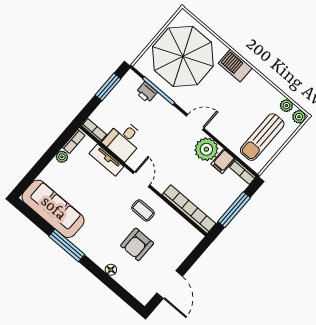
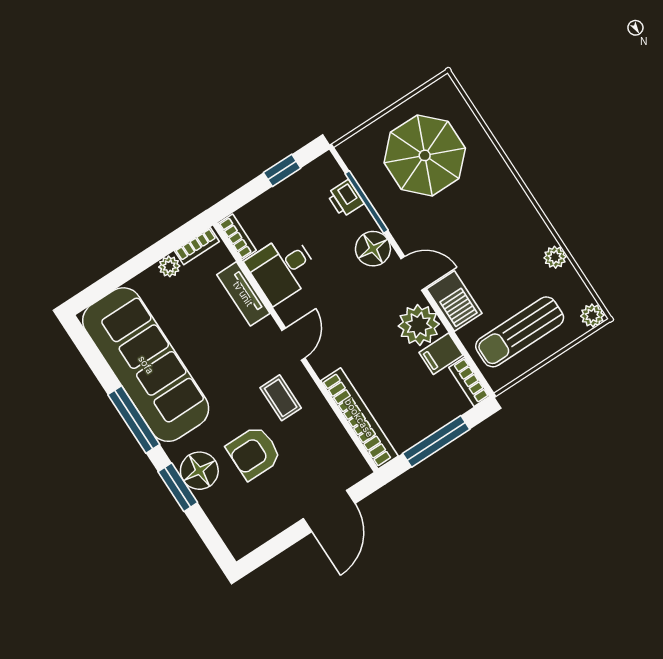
parasol: (183, 56) -> (425, 155), width x0.73, depth x0.73
barbecue: (235, 66) -> (454, 301), moved, turned 180
window: (108, 87) -> (282, 170), width x0.67
plant: (286, 106) -> (555, 257), moved
floor lamp: (170, 115) -> (373, 249), added
sofa: (53, 209) -> (146, 365), width x1.36, depth x1.27
floor lamp: (111, 270) -> (199, 471), width x1.89, depth x1.89
window: (101, 275) -> (178, 487), added
door: (170, 285) -> (329, 511), moved

